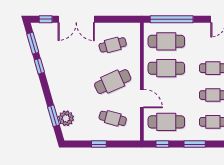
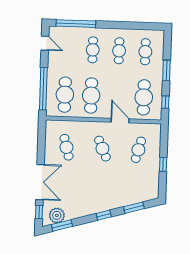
window: (39, 66) -> (104, 215), moved
cafe table: (113, 82) -> (102, 149), width x0.73, depth x0.74
door: (142, 98) -> (120, 121), hinge flipped
plant: (66, 118) -> (57, 215), moved

